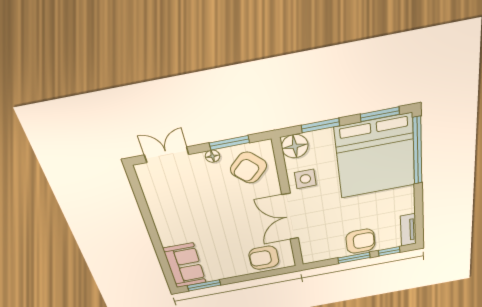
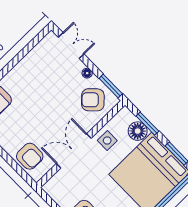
window: (229, 143) -> (111, 86), moved
floor lamp: (295, 146) -> (138, 131), moved
armchair: (264, 258) -> (30, 156), turned 180

